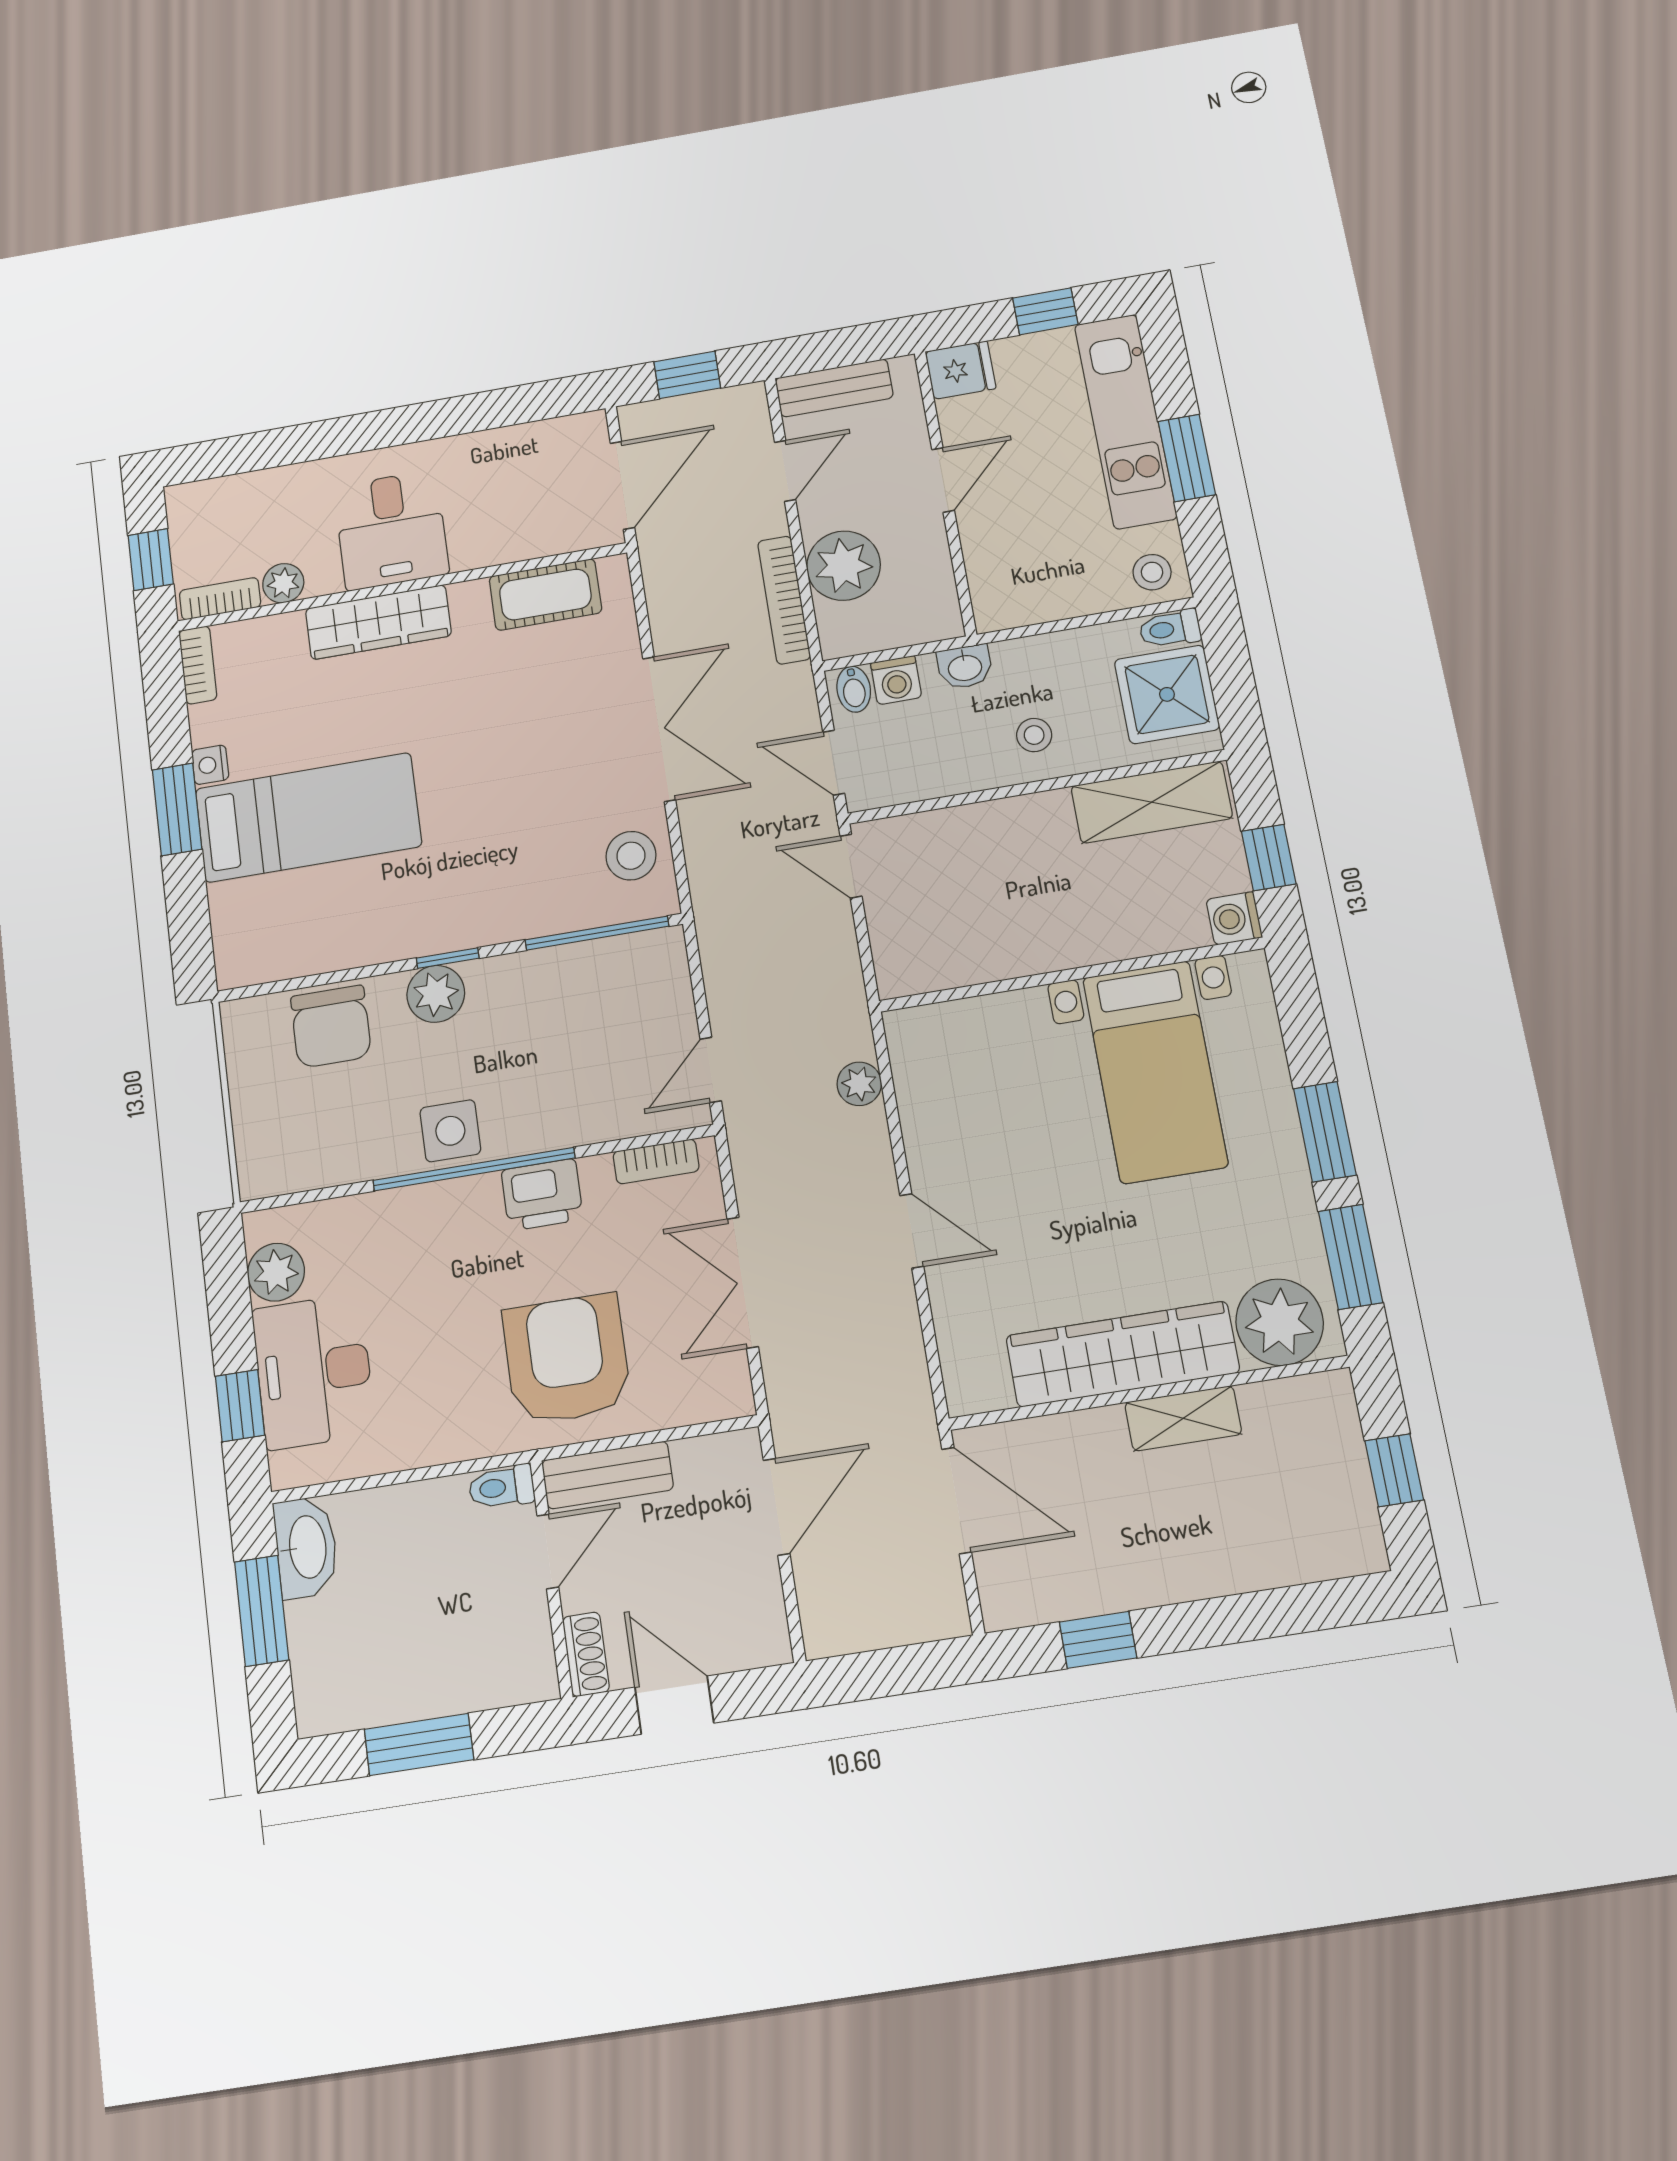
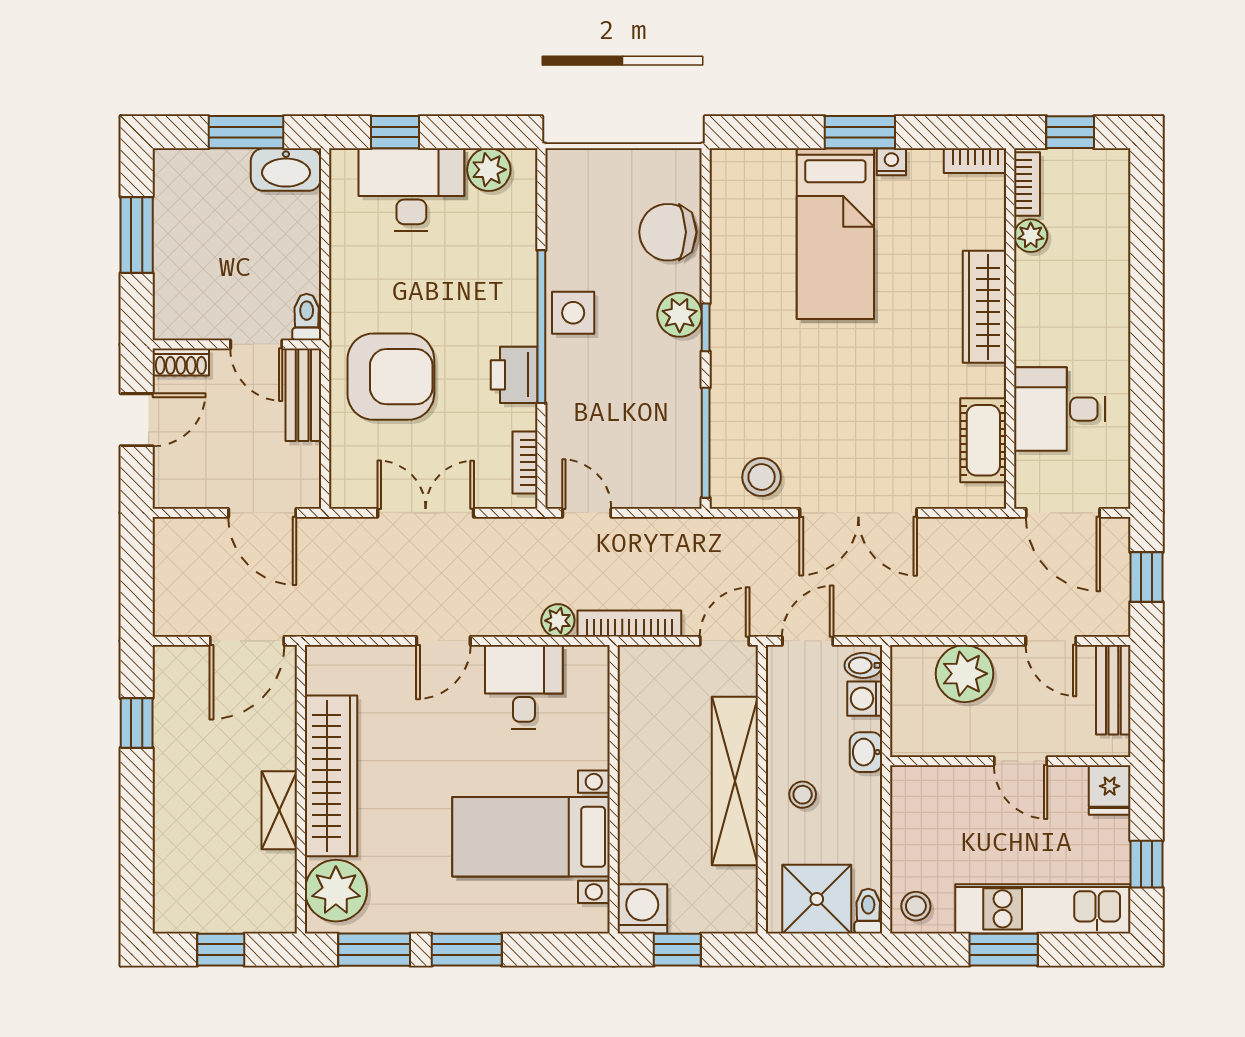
desk: (391, 530) -> (1059, 409), moved
bookcase: (784, 600) -> (629, 624), moved
shelving: (1152, 802) -> (735, 781), moved, width x1.47
washing machine: (1234, 918) -> (642, 909), width x1.38, depth x1.38
desk: (955, 1114) -> (524, 687), added

